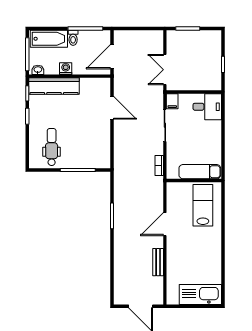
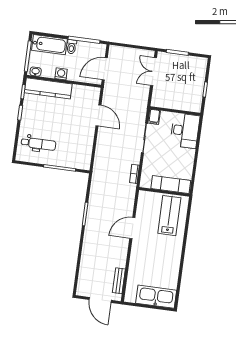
double door: (165, 70) -> (153, 72), moved
desk: (207, 107) -> (185, 131), width x1.37
dental chair: (52, 147) -> (39, 144), turned 90
bench: (158, 262) -> (119, 281), moved

